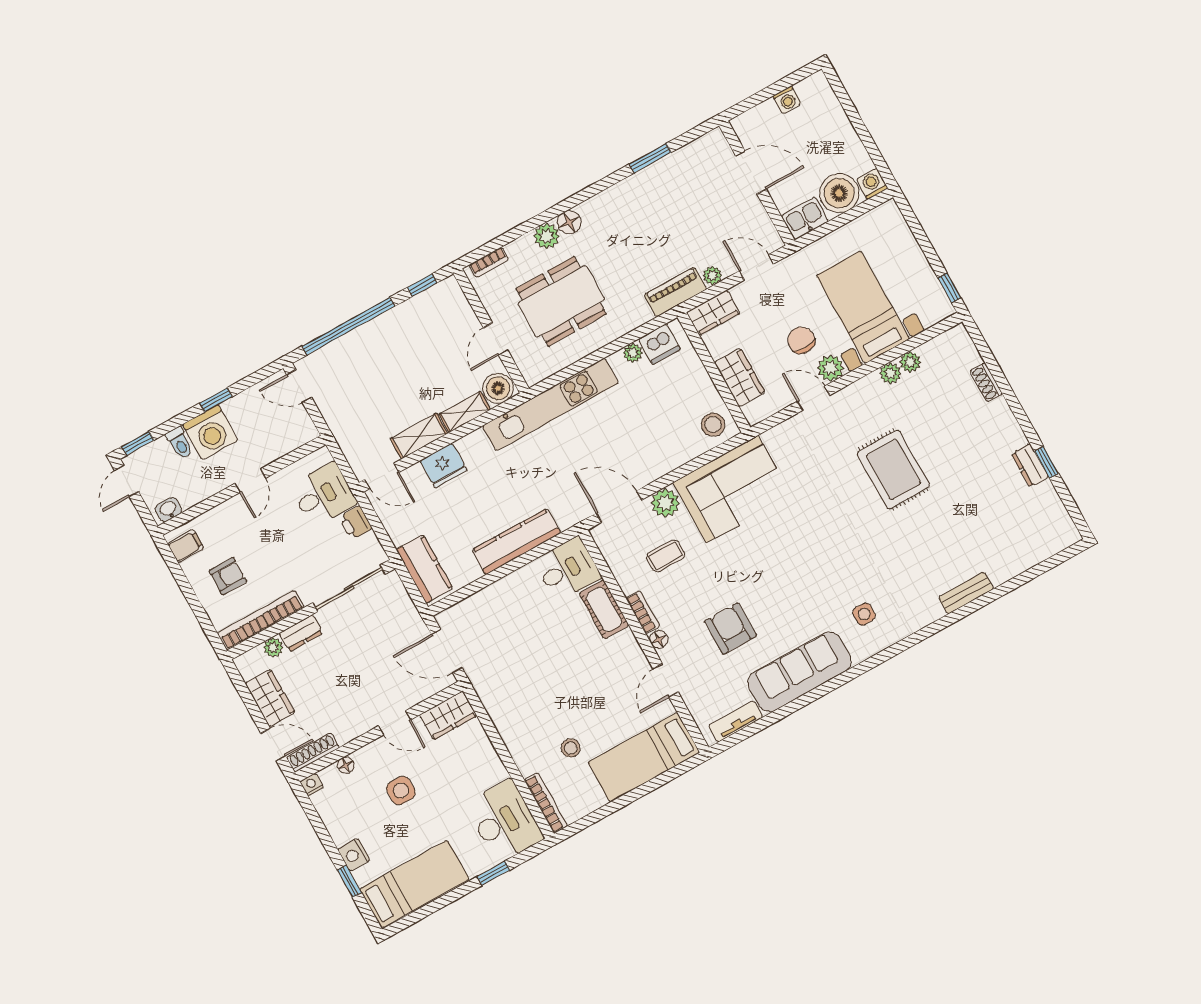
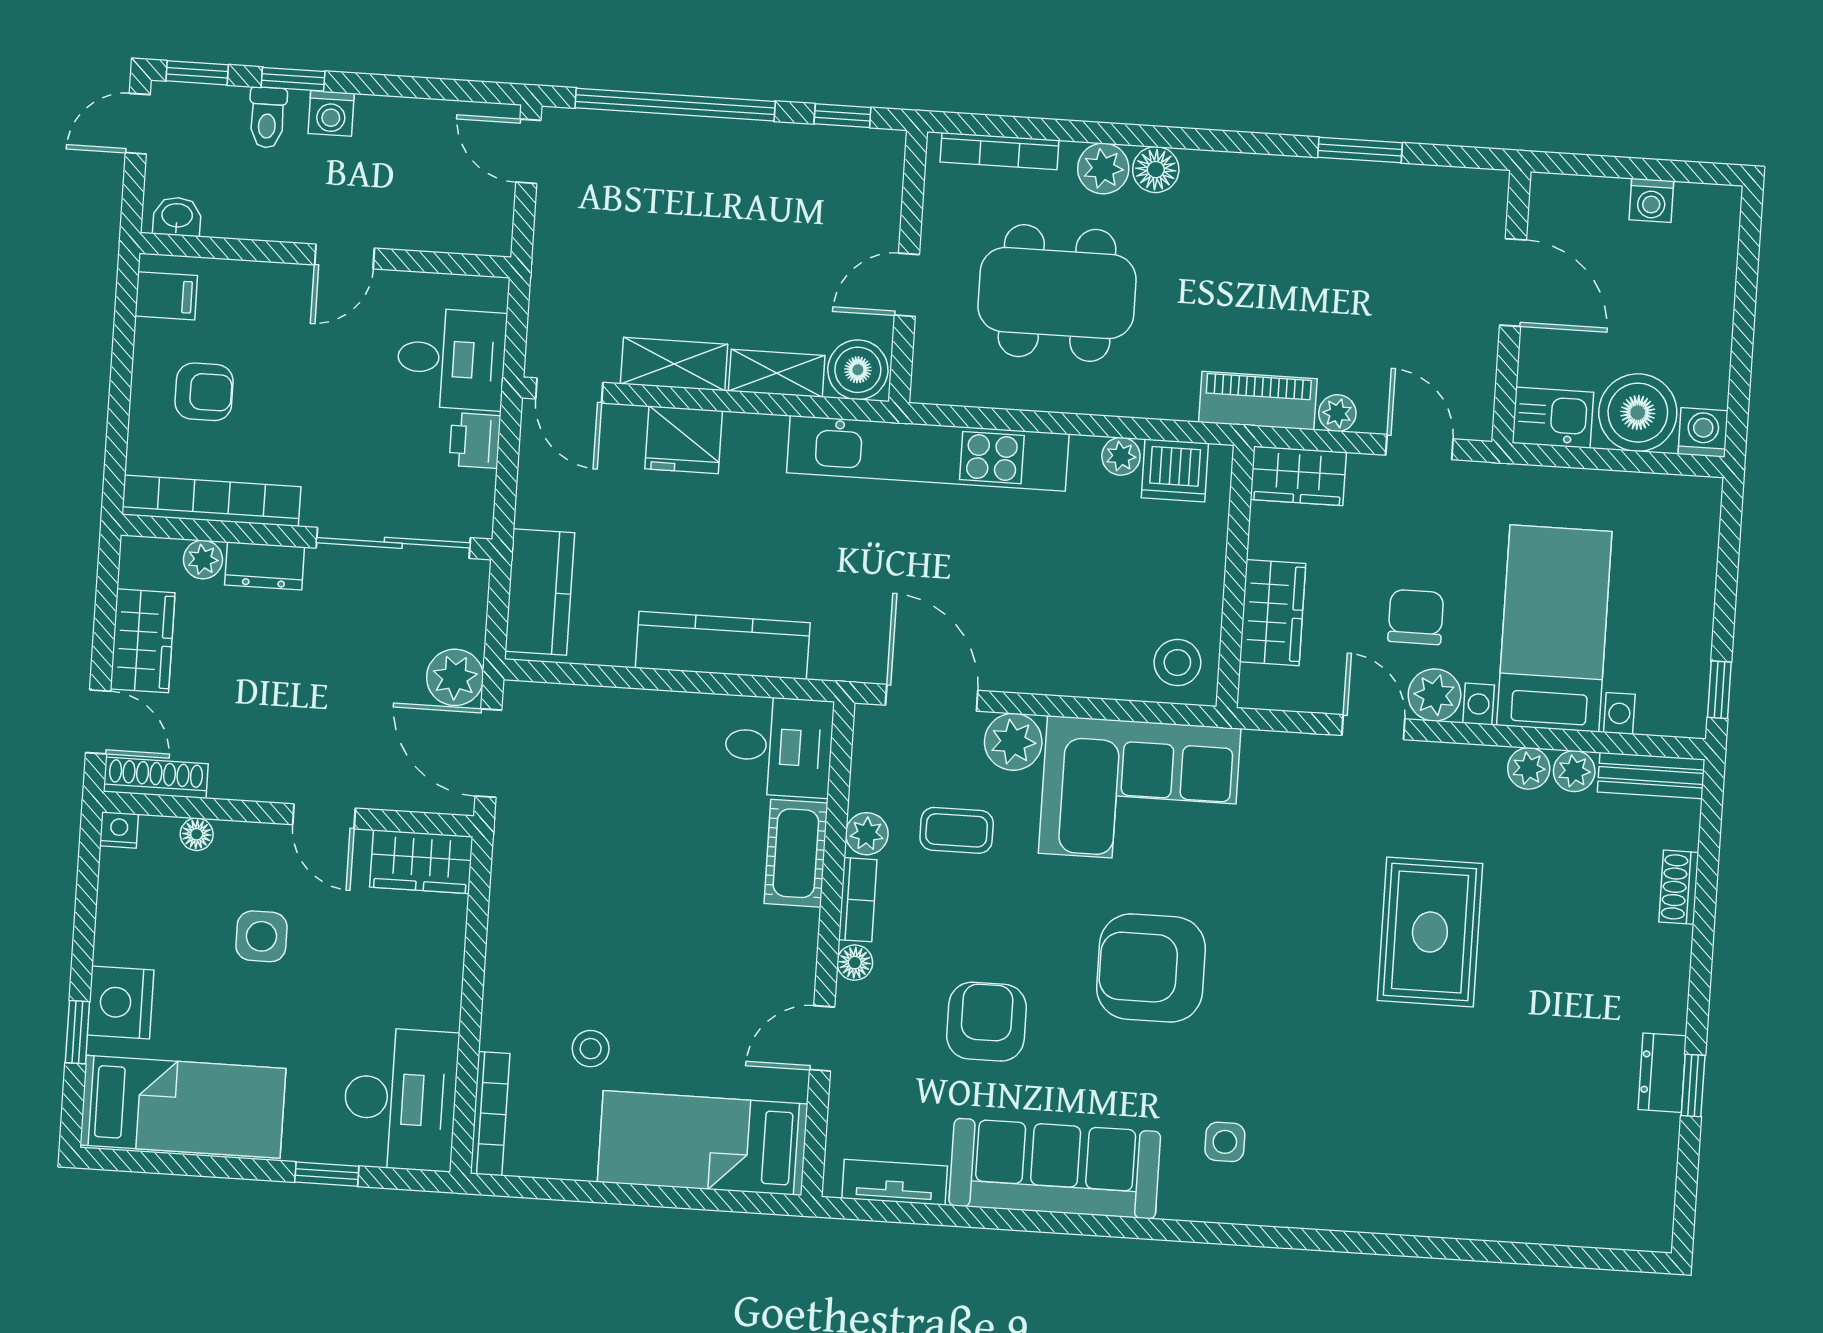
bookcase: (489, 262) -> (999, 151), width x1.56
window: (216, 400) -> (293, 79), moved
washing machine: (210, 432) -> (331, 113), width x0.53, depth x0.53
armchair: (785, 561) -> (1151, 968), added
plant: (629, 582) -> (867, 834), added
bench: (966, 593) -> (1651, 776), moved
plant: (412, 628) -> (455, 677), added
nightstand: (354, 855) -> (121, 1003), width x1.36, depth x1.33

